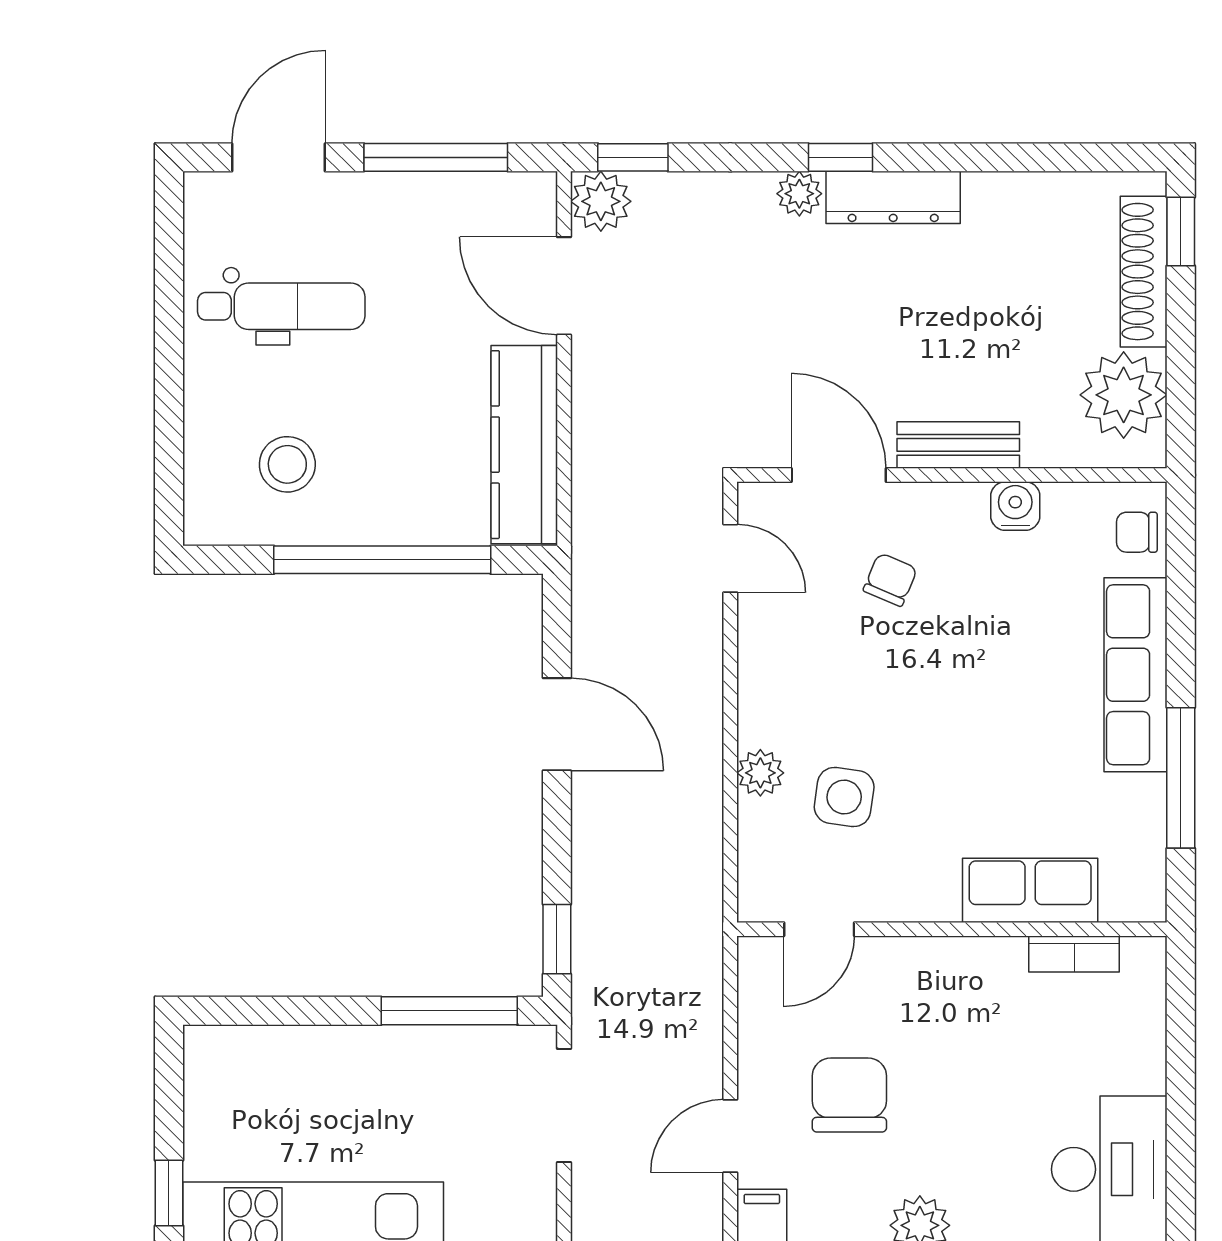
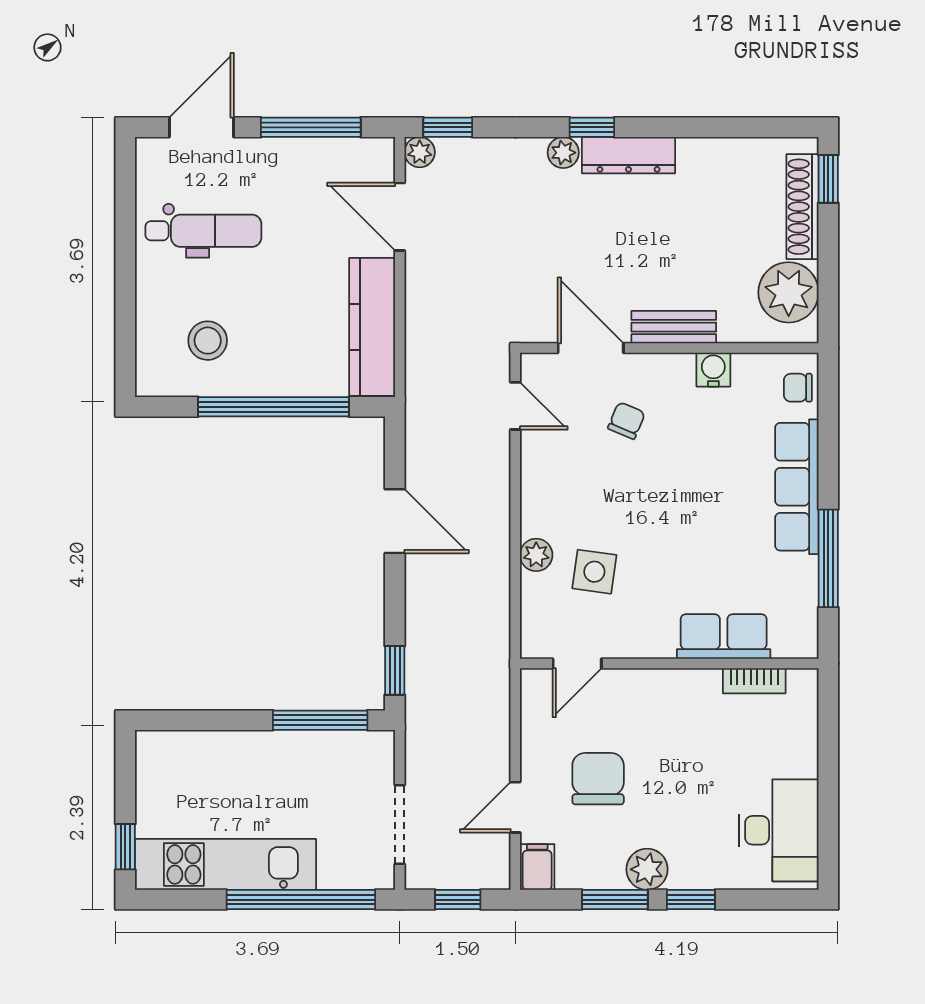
plant: (601, 201) -> (420, 152), width x0.73, depth x0.73
doorway: (564, 1105) -> (400, 824), moved

